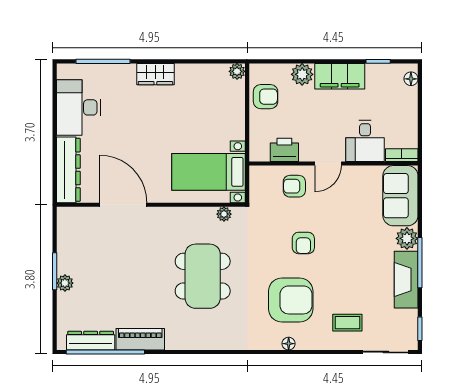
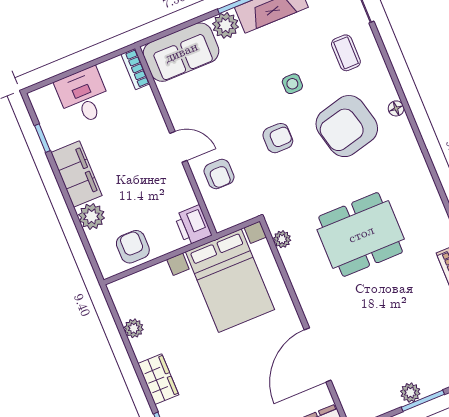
plant: (237, 71) -> (134, 328), moved
floor lamp: (411, 79) -> (47, 94), removed
desk: (365, 141) -> (84, 96), moved, turned -90
printer: (284, 150) -> (193, 225), moved
bed with nightstands: (209, 172) -> (230, 281), width x1.36
side table: (341, 271) -> (292, 84), added
plant: (65, 283) -> (410, 393), moved
armchair: (291, 300) -> (347, 126), turned -104

